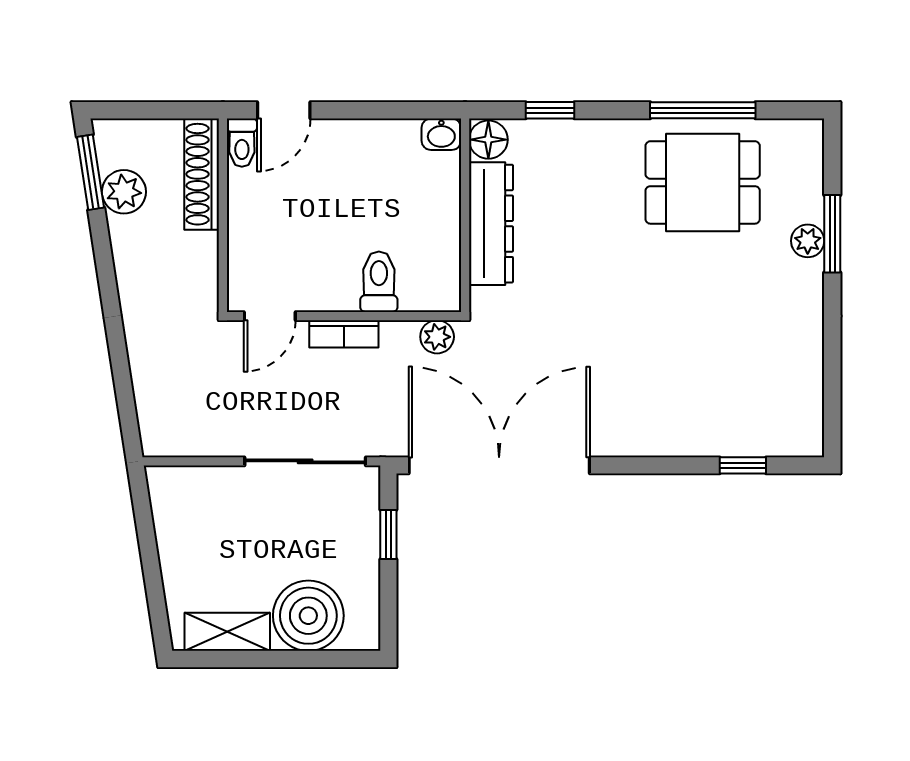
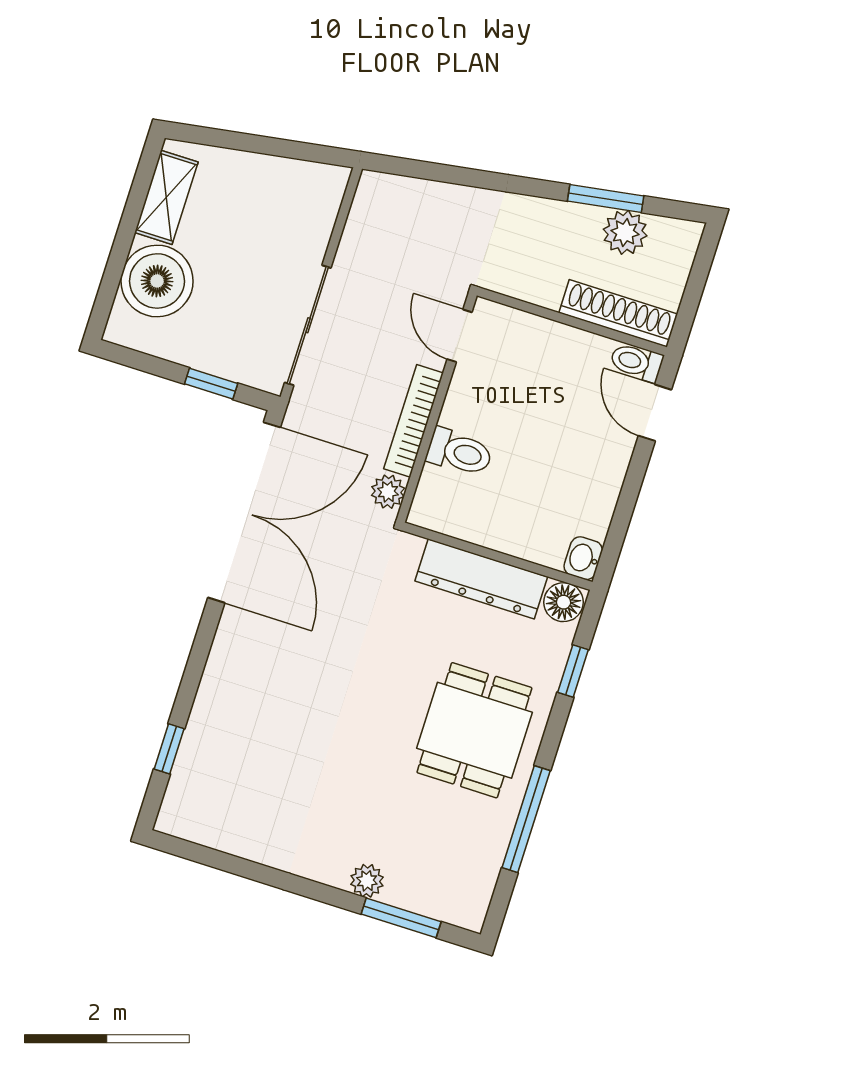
window: (91, 172) -> (606, 199), moved
dining table: (703, 182) -> (474, 730), moved
window: (832, 234) -> (401, 918), moved
bookcase: (344, 334) -> (414, 421), width x1.56

